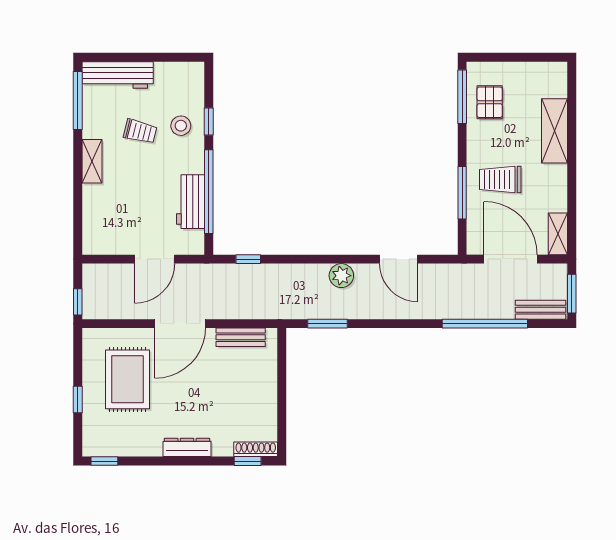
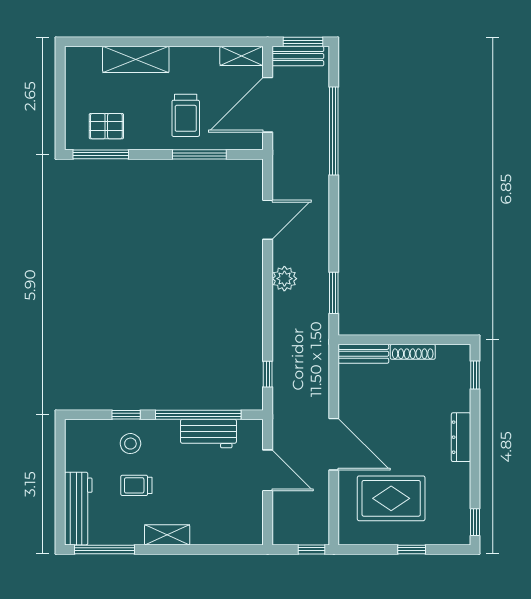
trolley: (140, 131) -> (136, 485), turned -104
bench: (540, 310) -> (298, 56), moved, turned 90
bench: (241, 337) -> (363, 354), moved, turned 90
shoe rack: (256, 449) -> (413, 352), moved, turned -90

